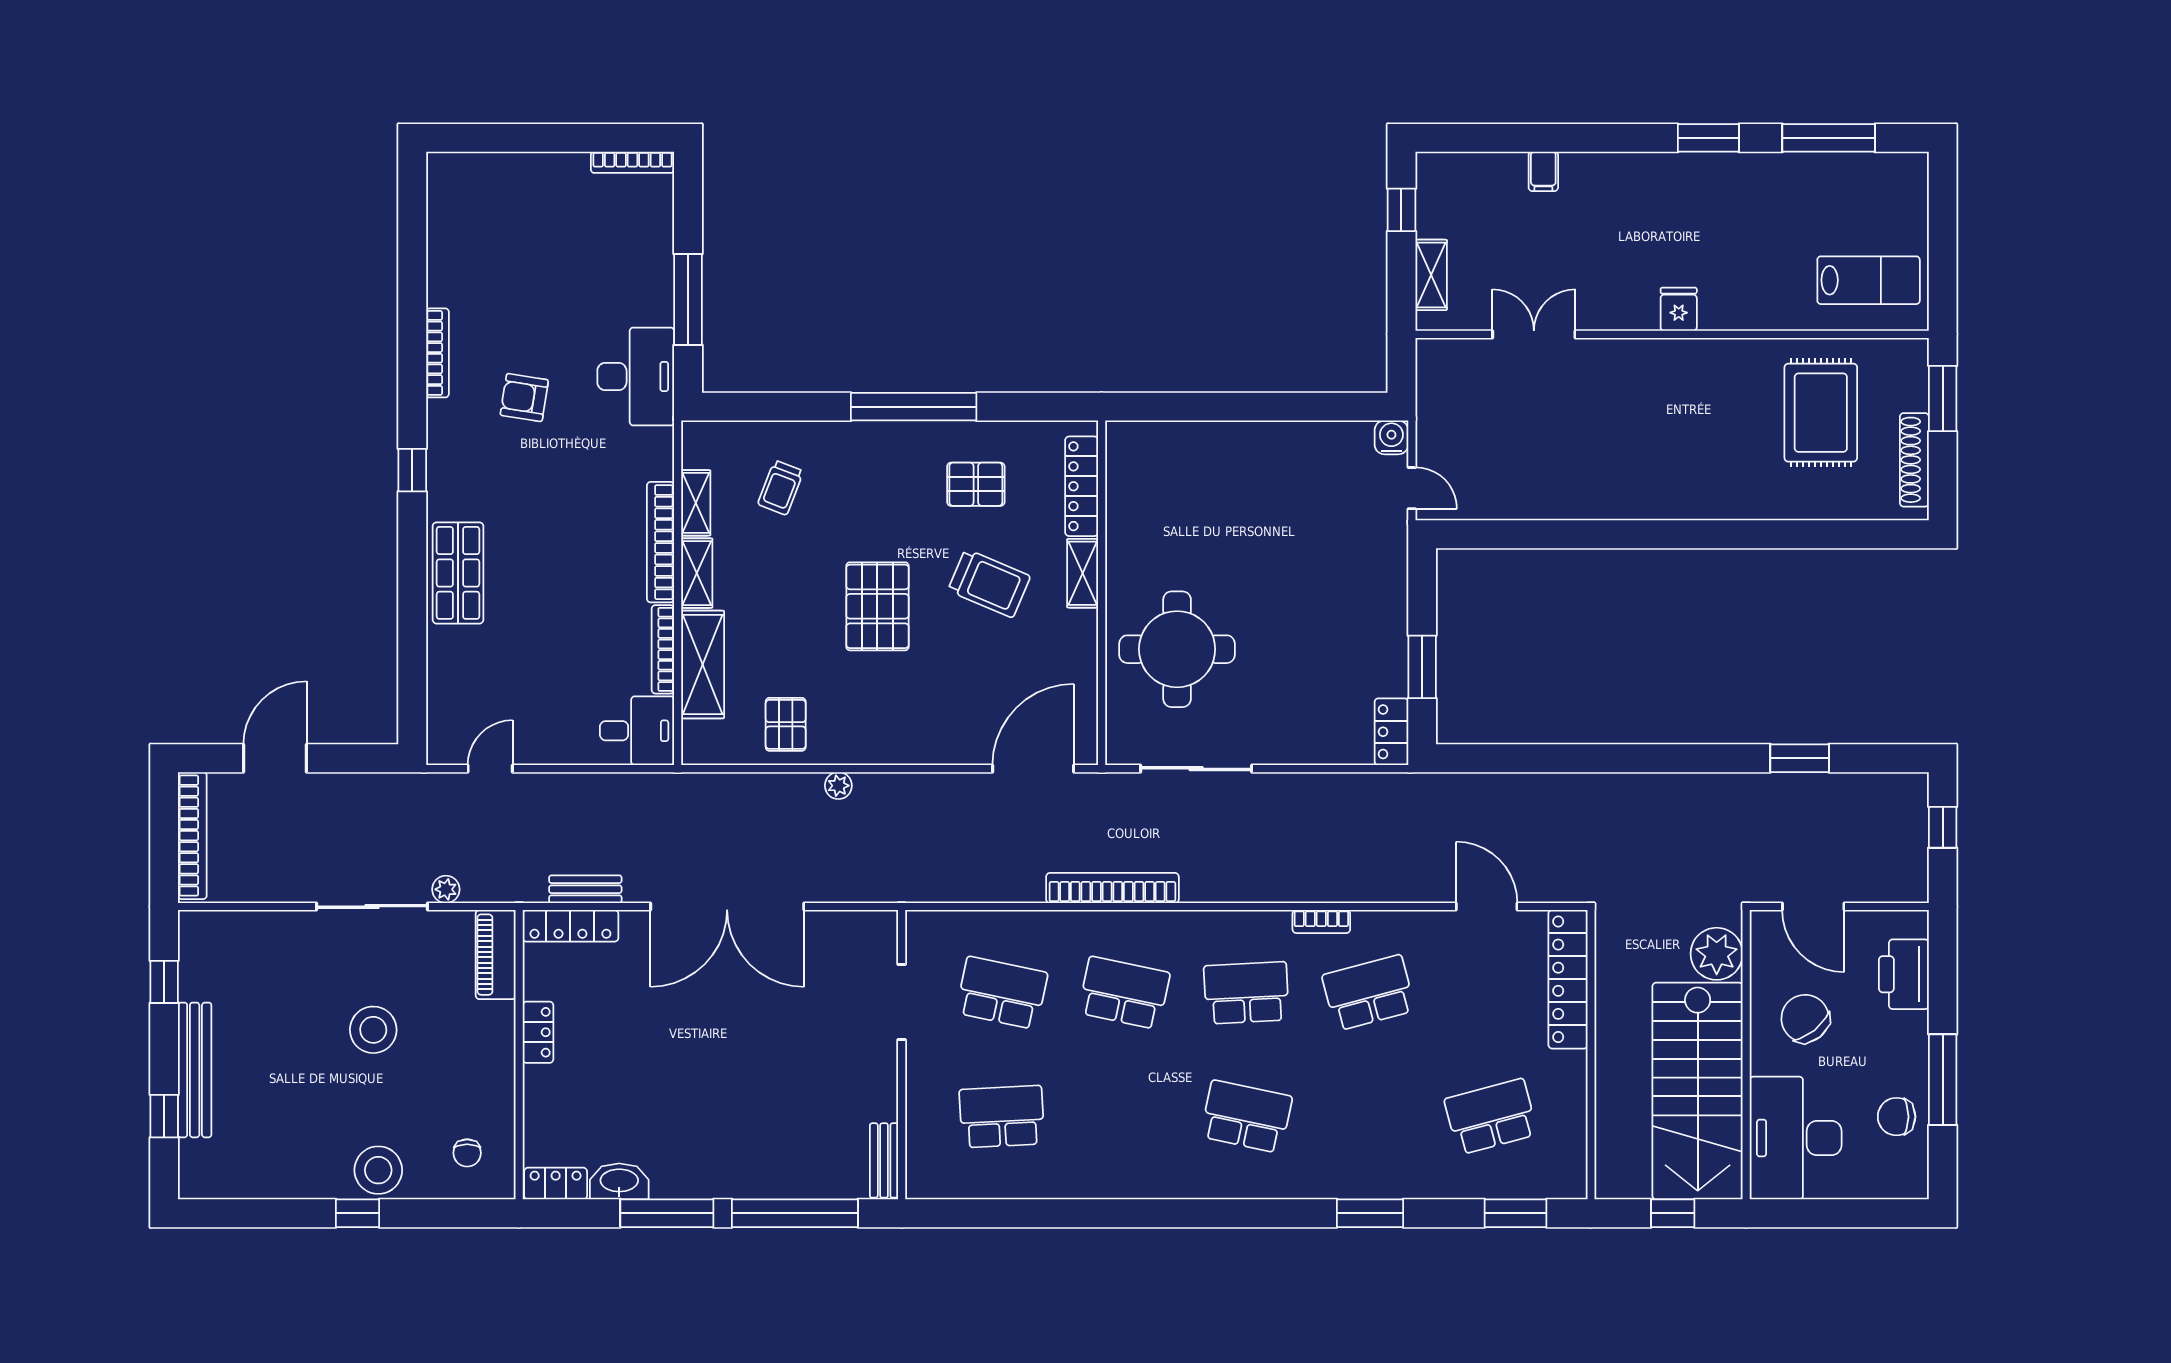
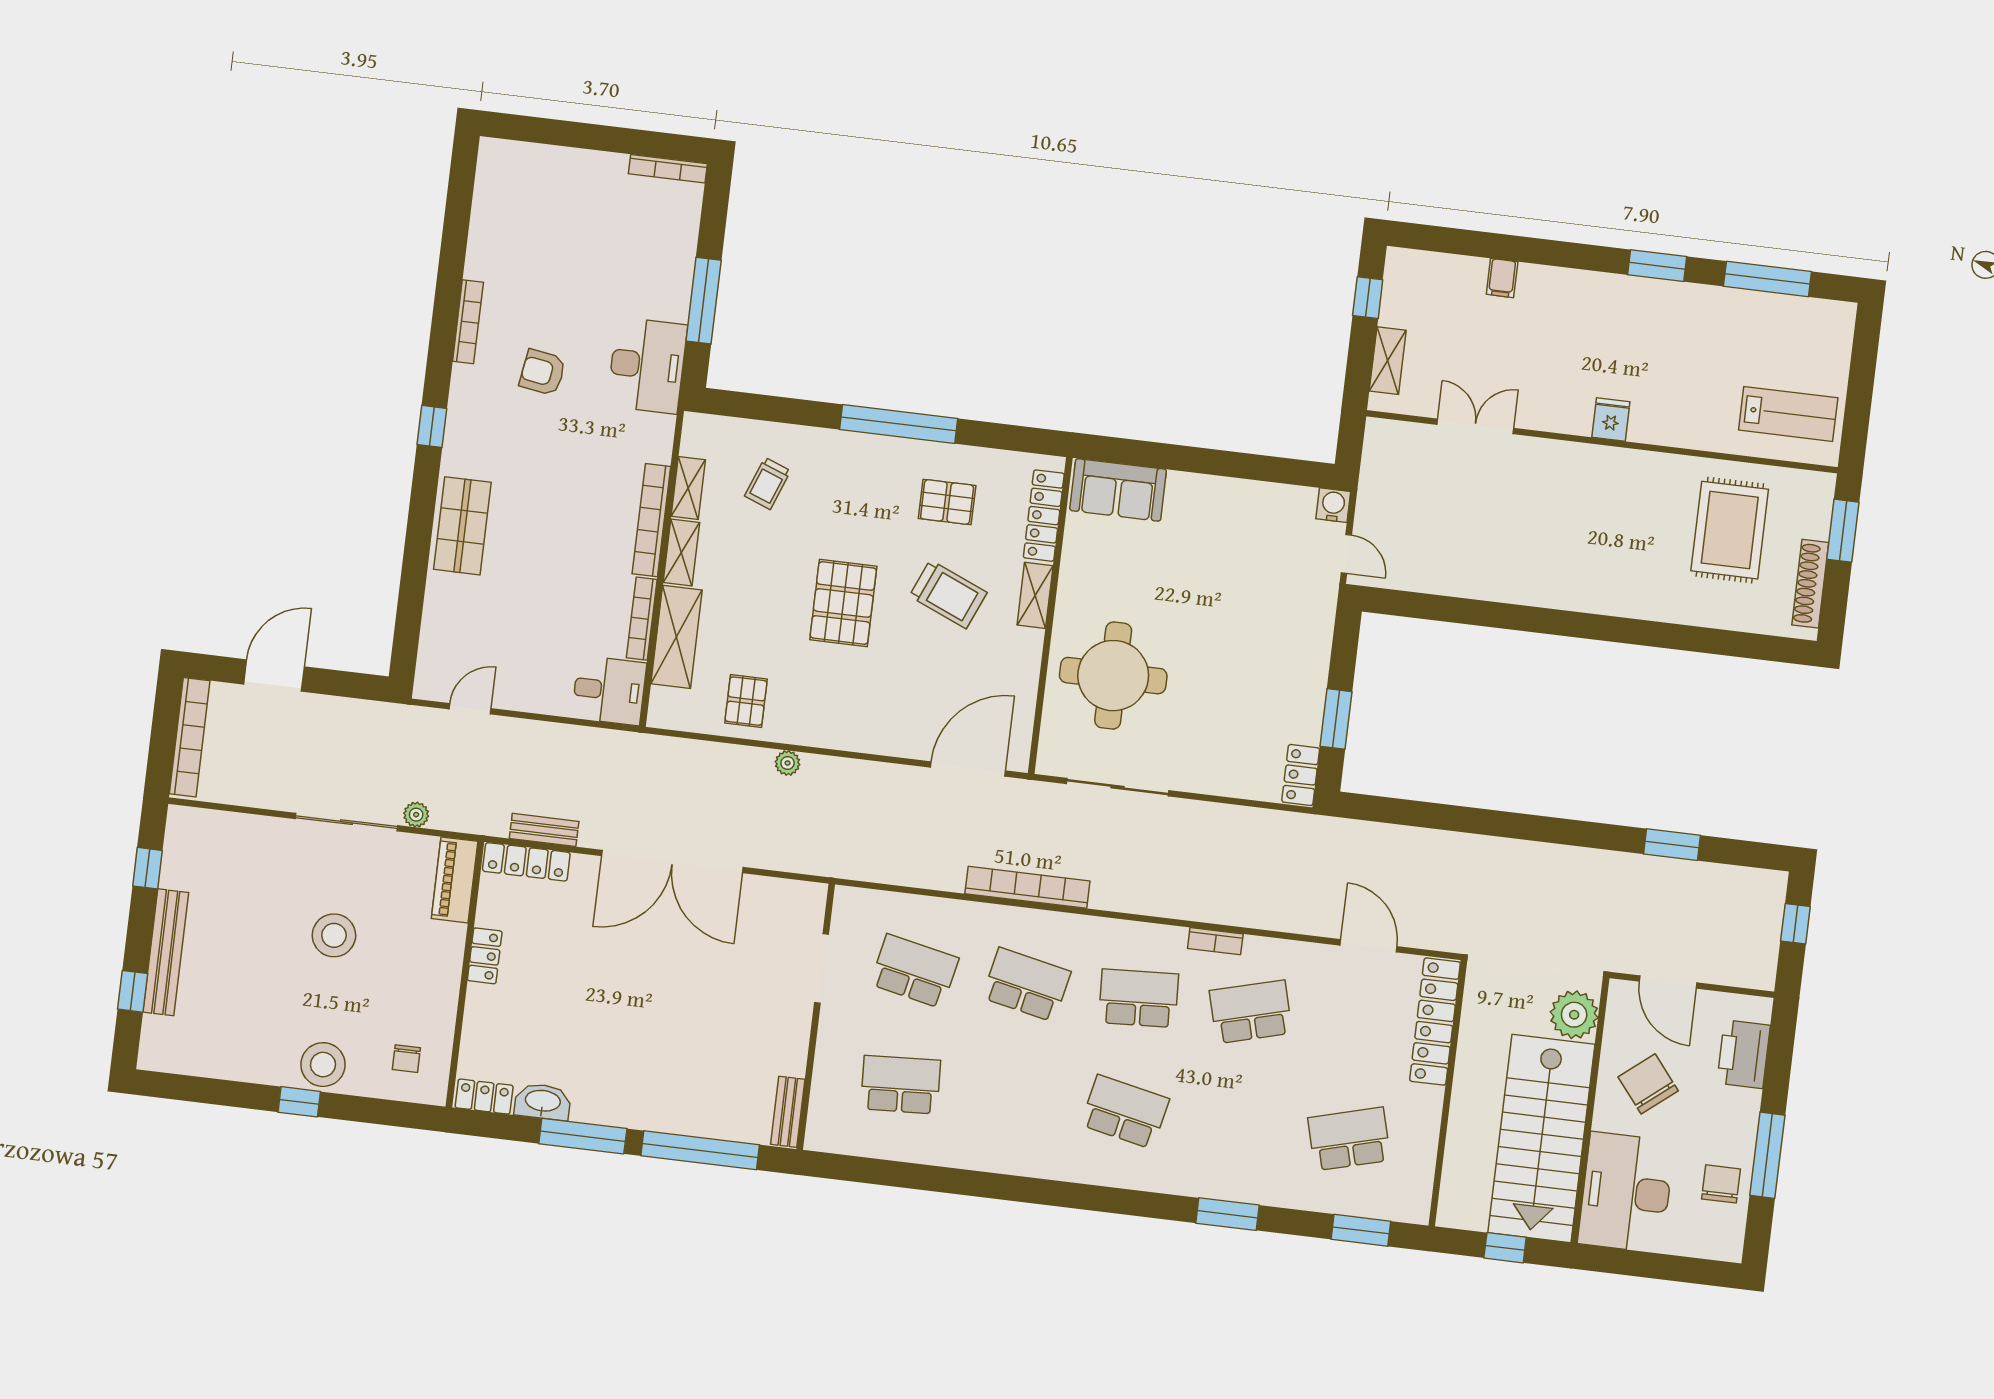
sofa: (1158, 449) -> (1118, 490), added
chair: (1897, 1117) -> (1721, 1184), turned 90

